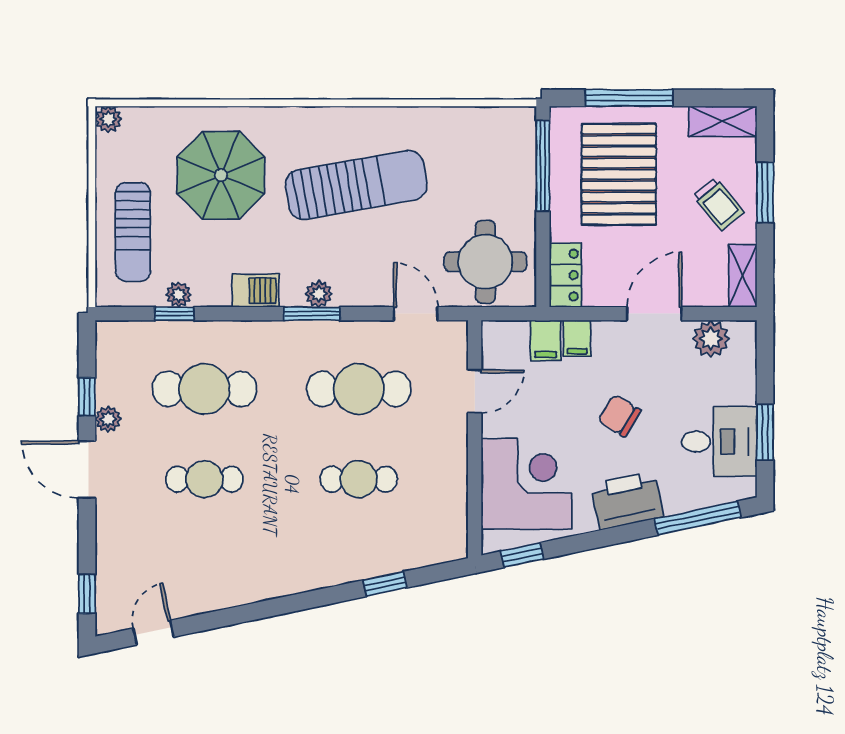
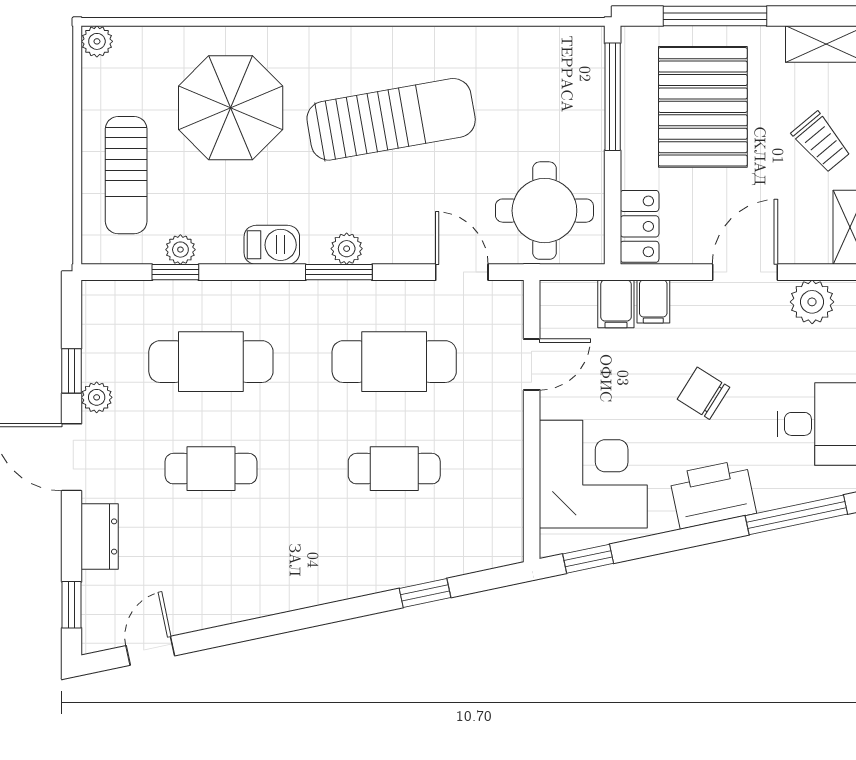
dresser: (111, 536) -> (100, 537), added

